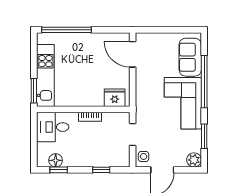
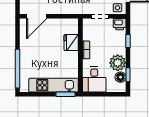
fridge: (115, 98) -> (71, 43), moved
plant: (74, 157) -> (118, 63), added
printer: (123, 159) -> (120, 24), added

